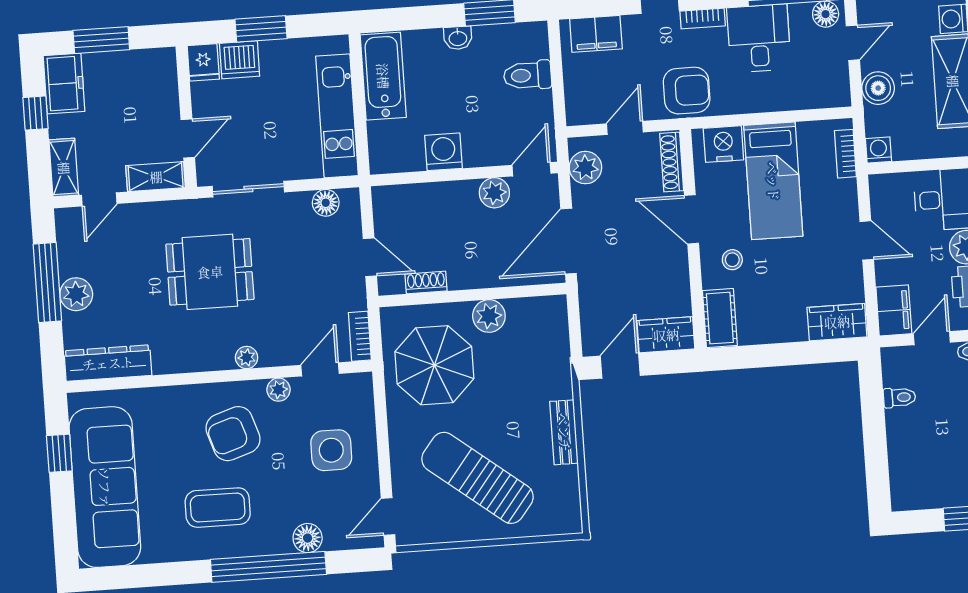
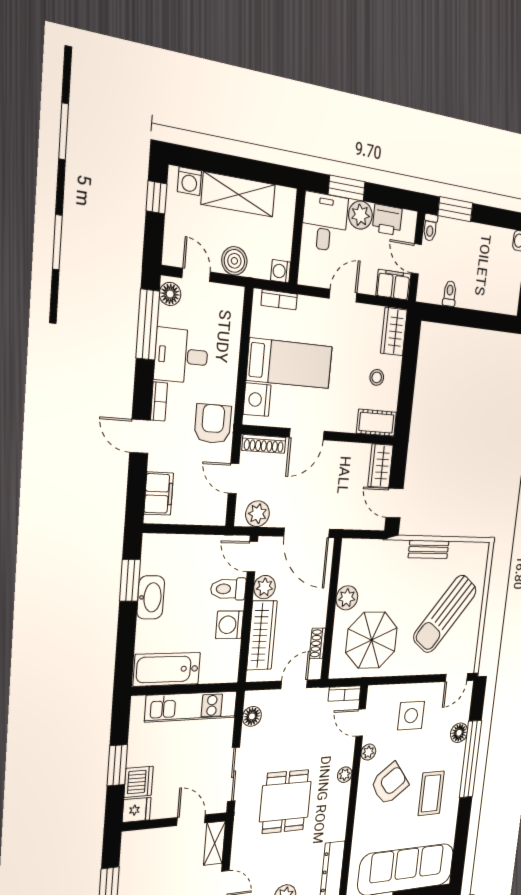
washbasin: (458, 38) -> (151, 597), width x1.91, depth x1.45
toilet: (527, 75) -> (228, 589), moved, turned 90
wardrobe: (432, 199) -> (262, 635), added
stool: (732, 260) -> (377, 377), moved
armchair: (233, 434) -> (390, 784), turned -109
door: (388, 516) -> (456, 678), hinge flipped

